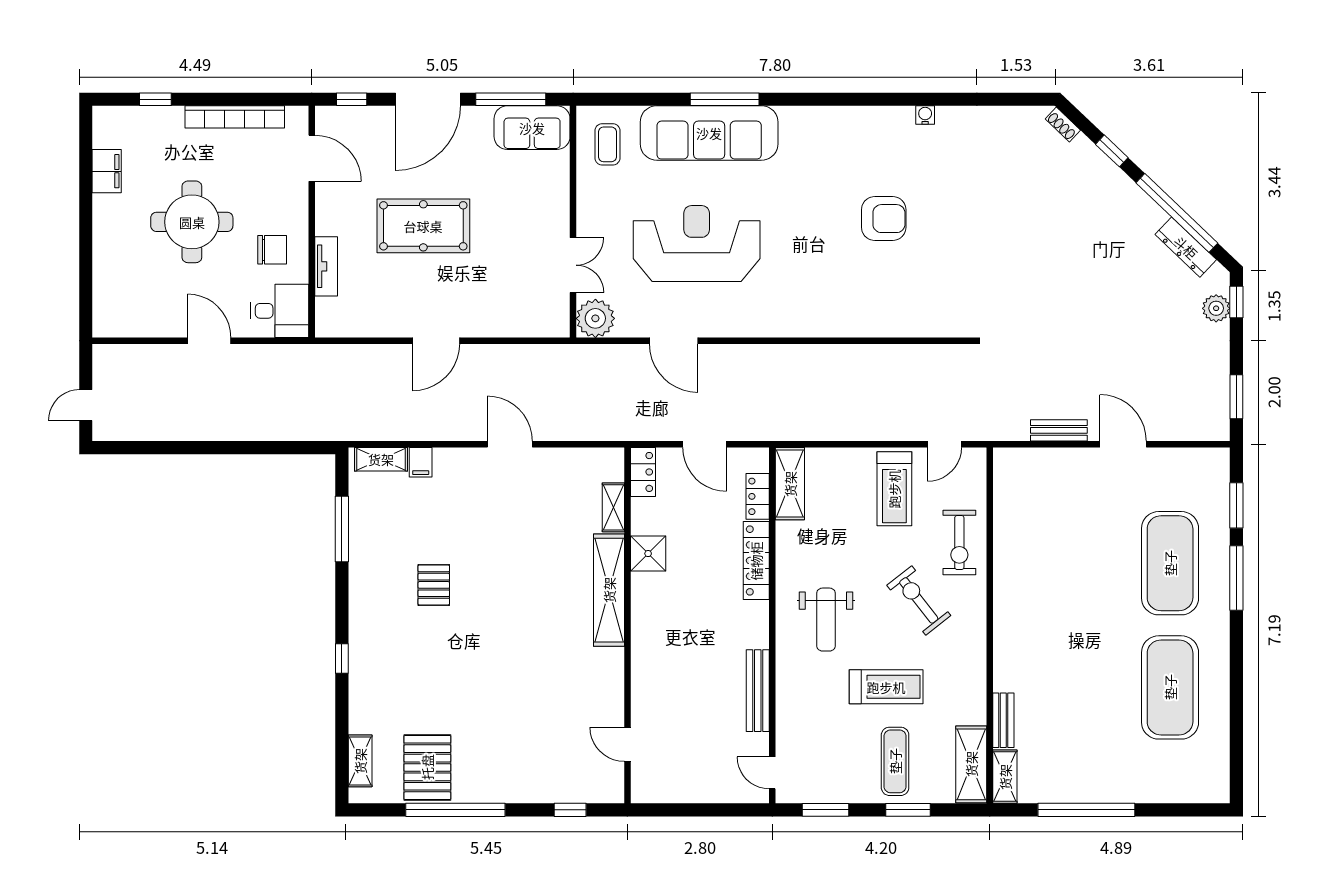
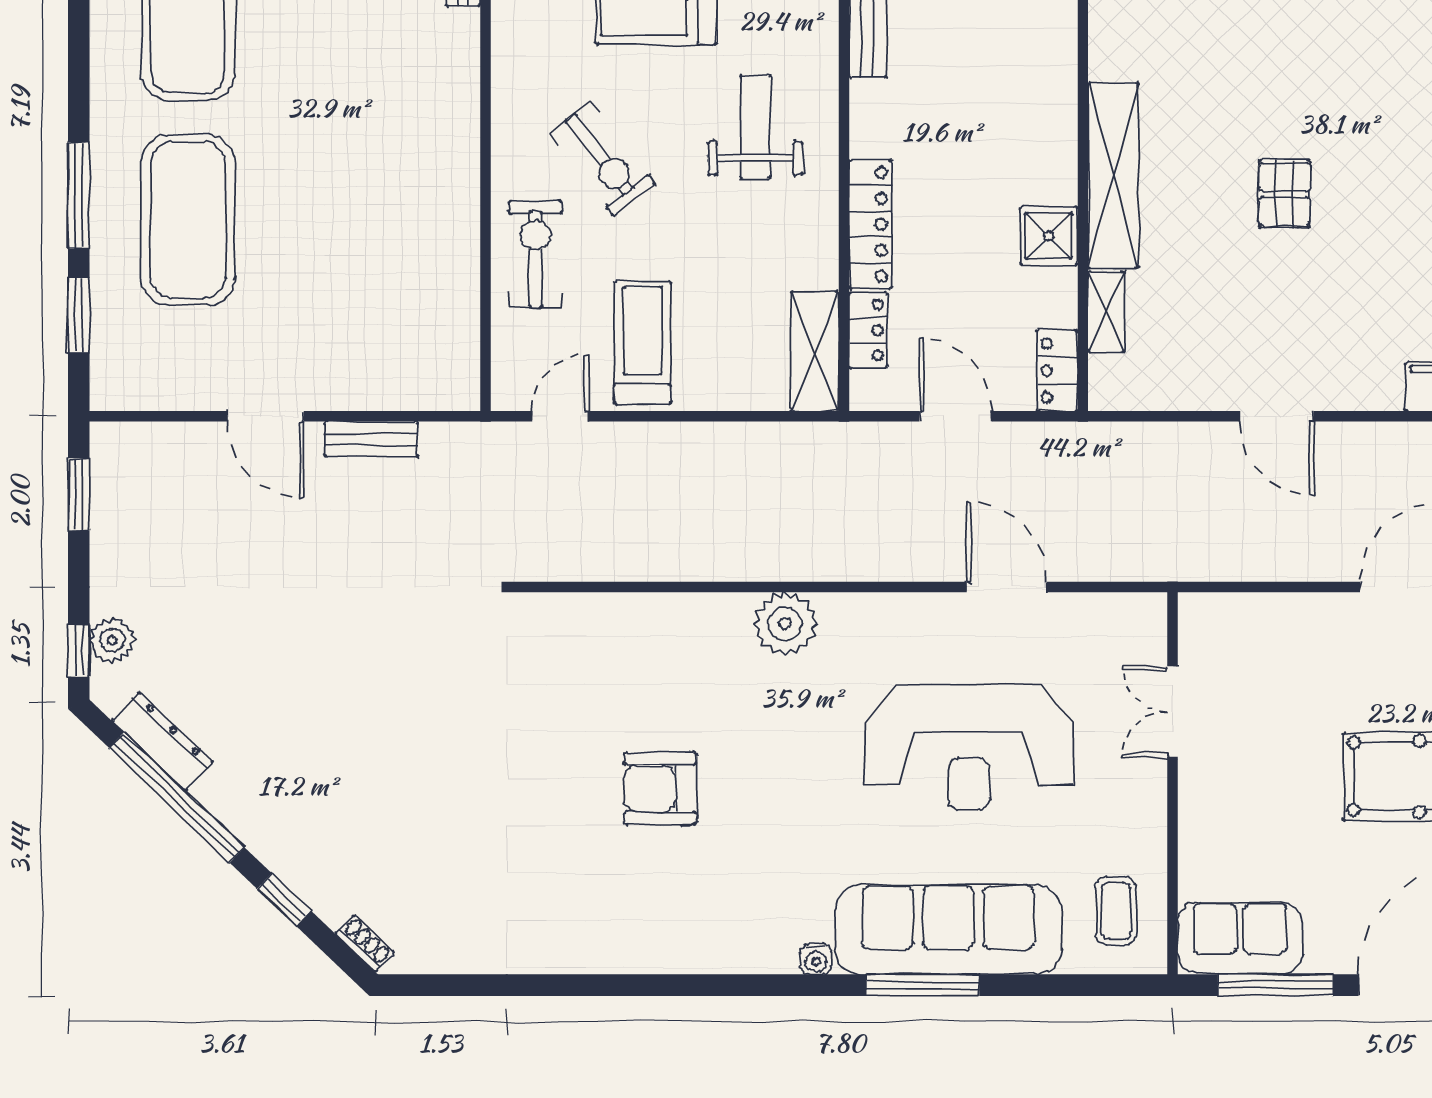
water cooler: (925, 115) -> (816, 959), moved
plant: (595, 318) -> (785, 624), moved
pallet: (434, 585) -> (1284, 194), moved

